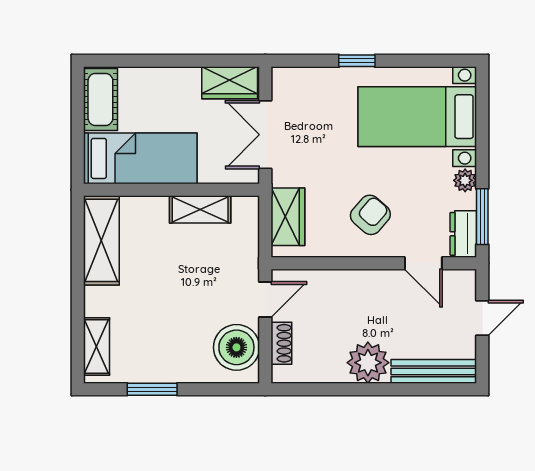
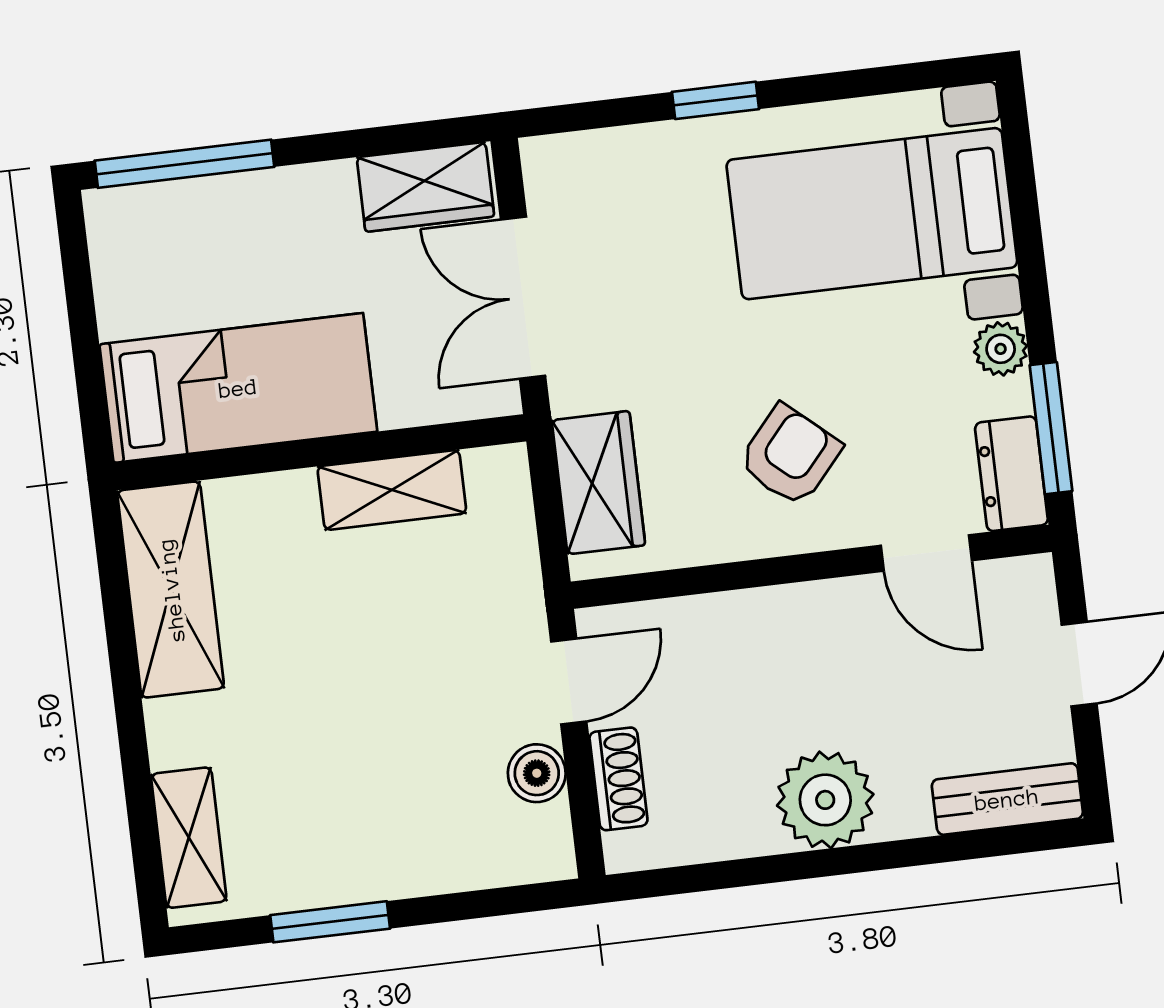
window: (129, 61) -> (185, 164), added
cot: (100, 99) -> (129, 262), removed
boiler: (236, 347) -> (537, 773), width x0.54, depth x0.54
bench: (434, 371) -> (1007, 799), width x0.73

